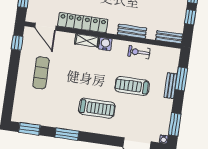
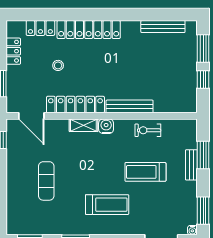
bench: (132, 31) -> (130, 106), width x1.36
bench: (169, 37) -> (181, 107), removed
exercise mat: (41, 73) -> (46, 181), moved

